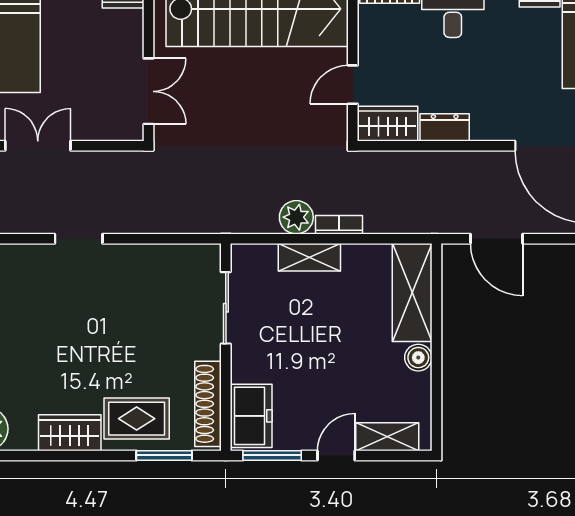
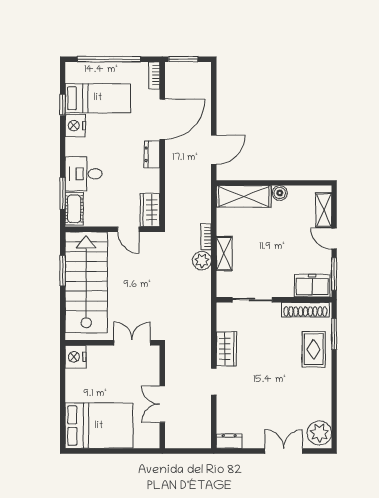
dresser: (445, 127) -> (152, 154), moved
wardrobe: (70, 433) -> (226, 349), moved, turned 180

